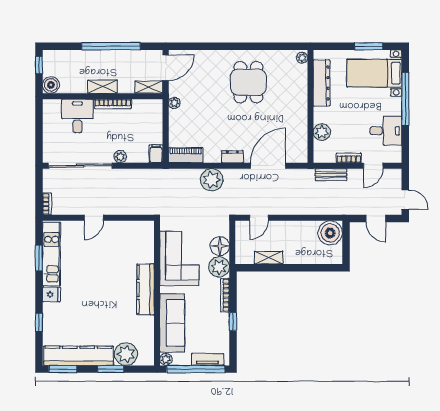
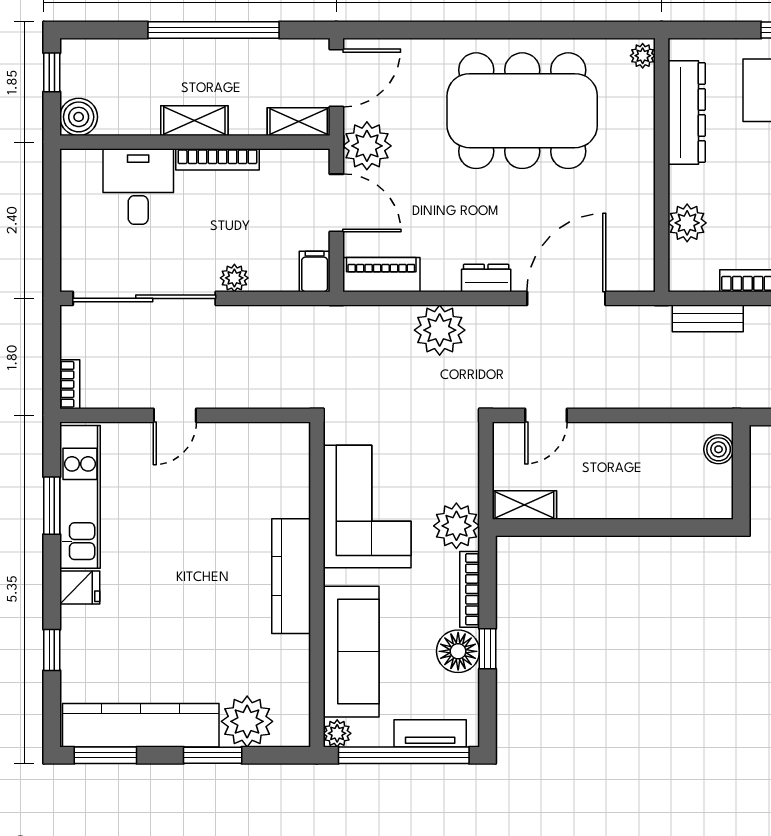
dining table: (248, 82) -> (522, 111), width x1.88, depth x1.24
plant: (174, 103) -> (367, 146), width x1.88, depth x1.88
door: (166, 123) -> (336, 203), added
boiler: (330, 233) -> (719, 449), width x0.54, depth x0.54
floor lamp: (220, 246) -> (458, 651), moved
shelving: (269, 258) -> (524, 505), moved

